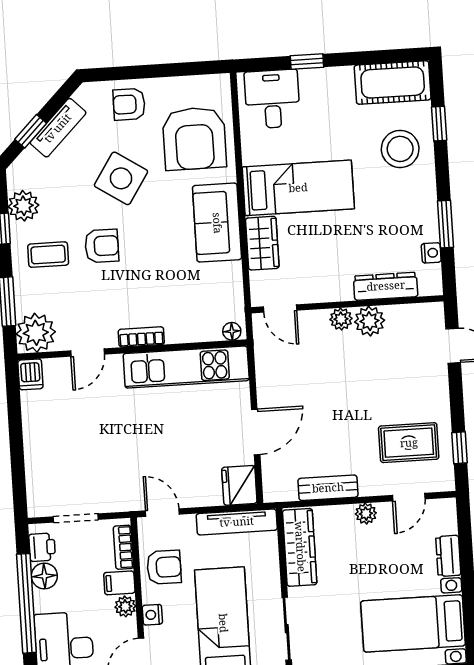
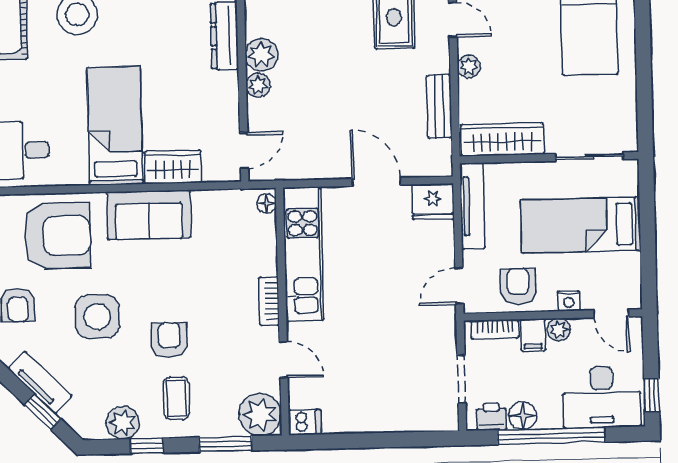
side table: (121, 178) -> (97, 316), turned -33

